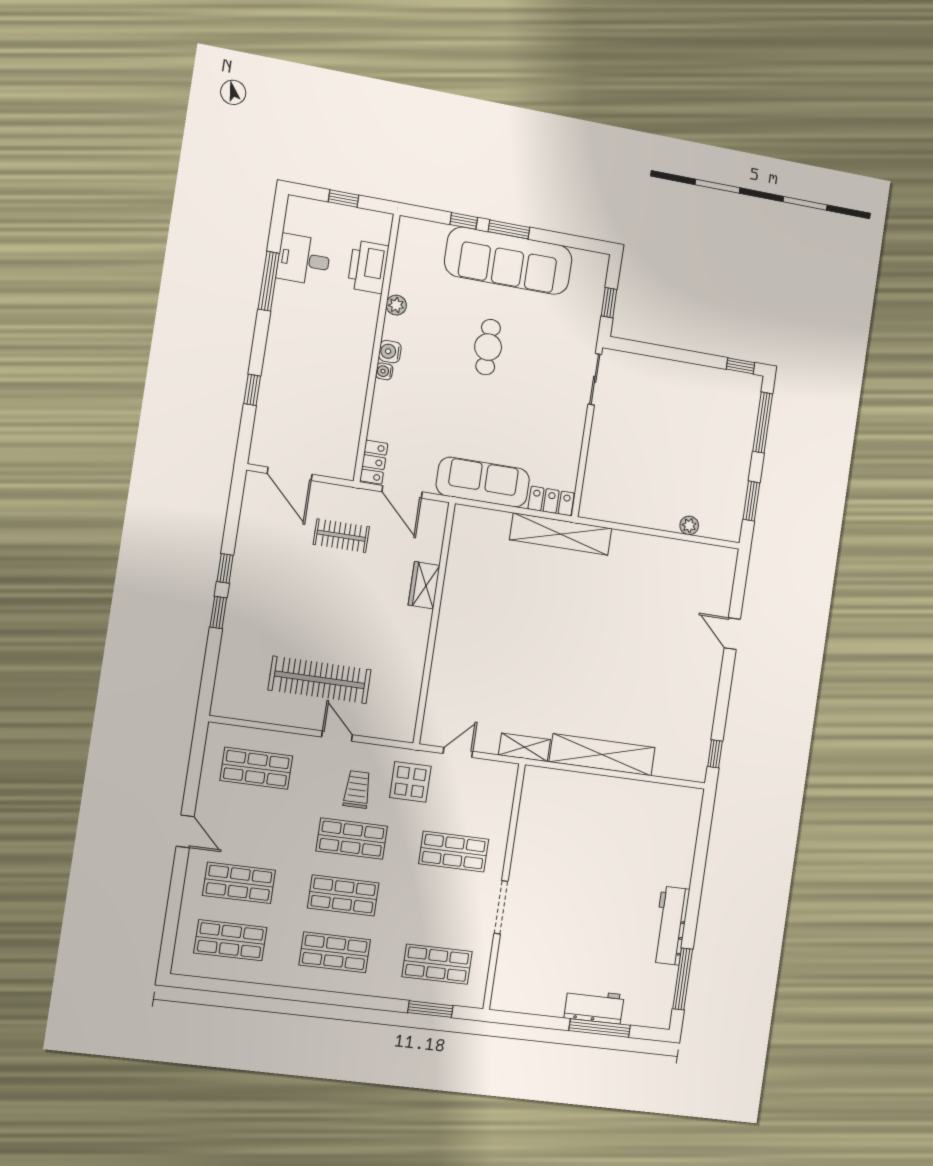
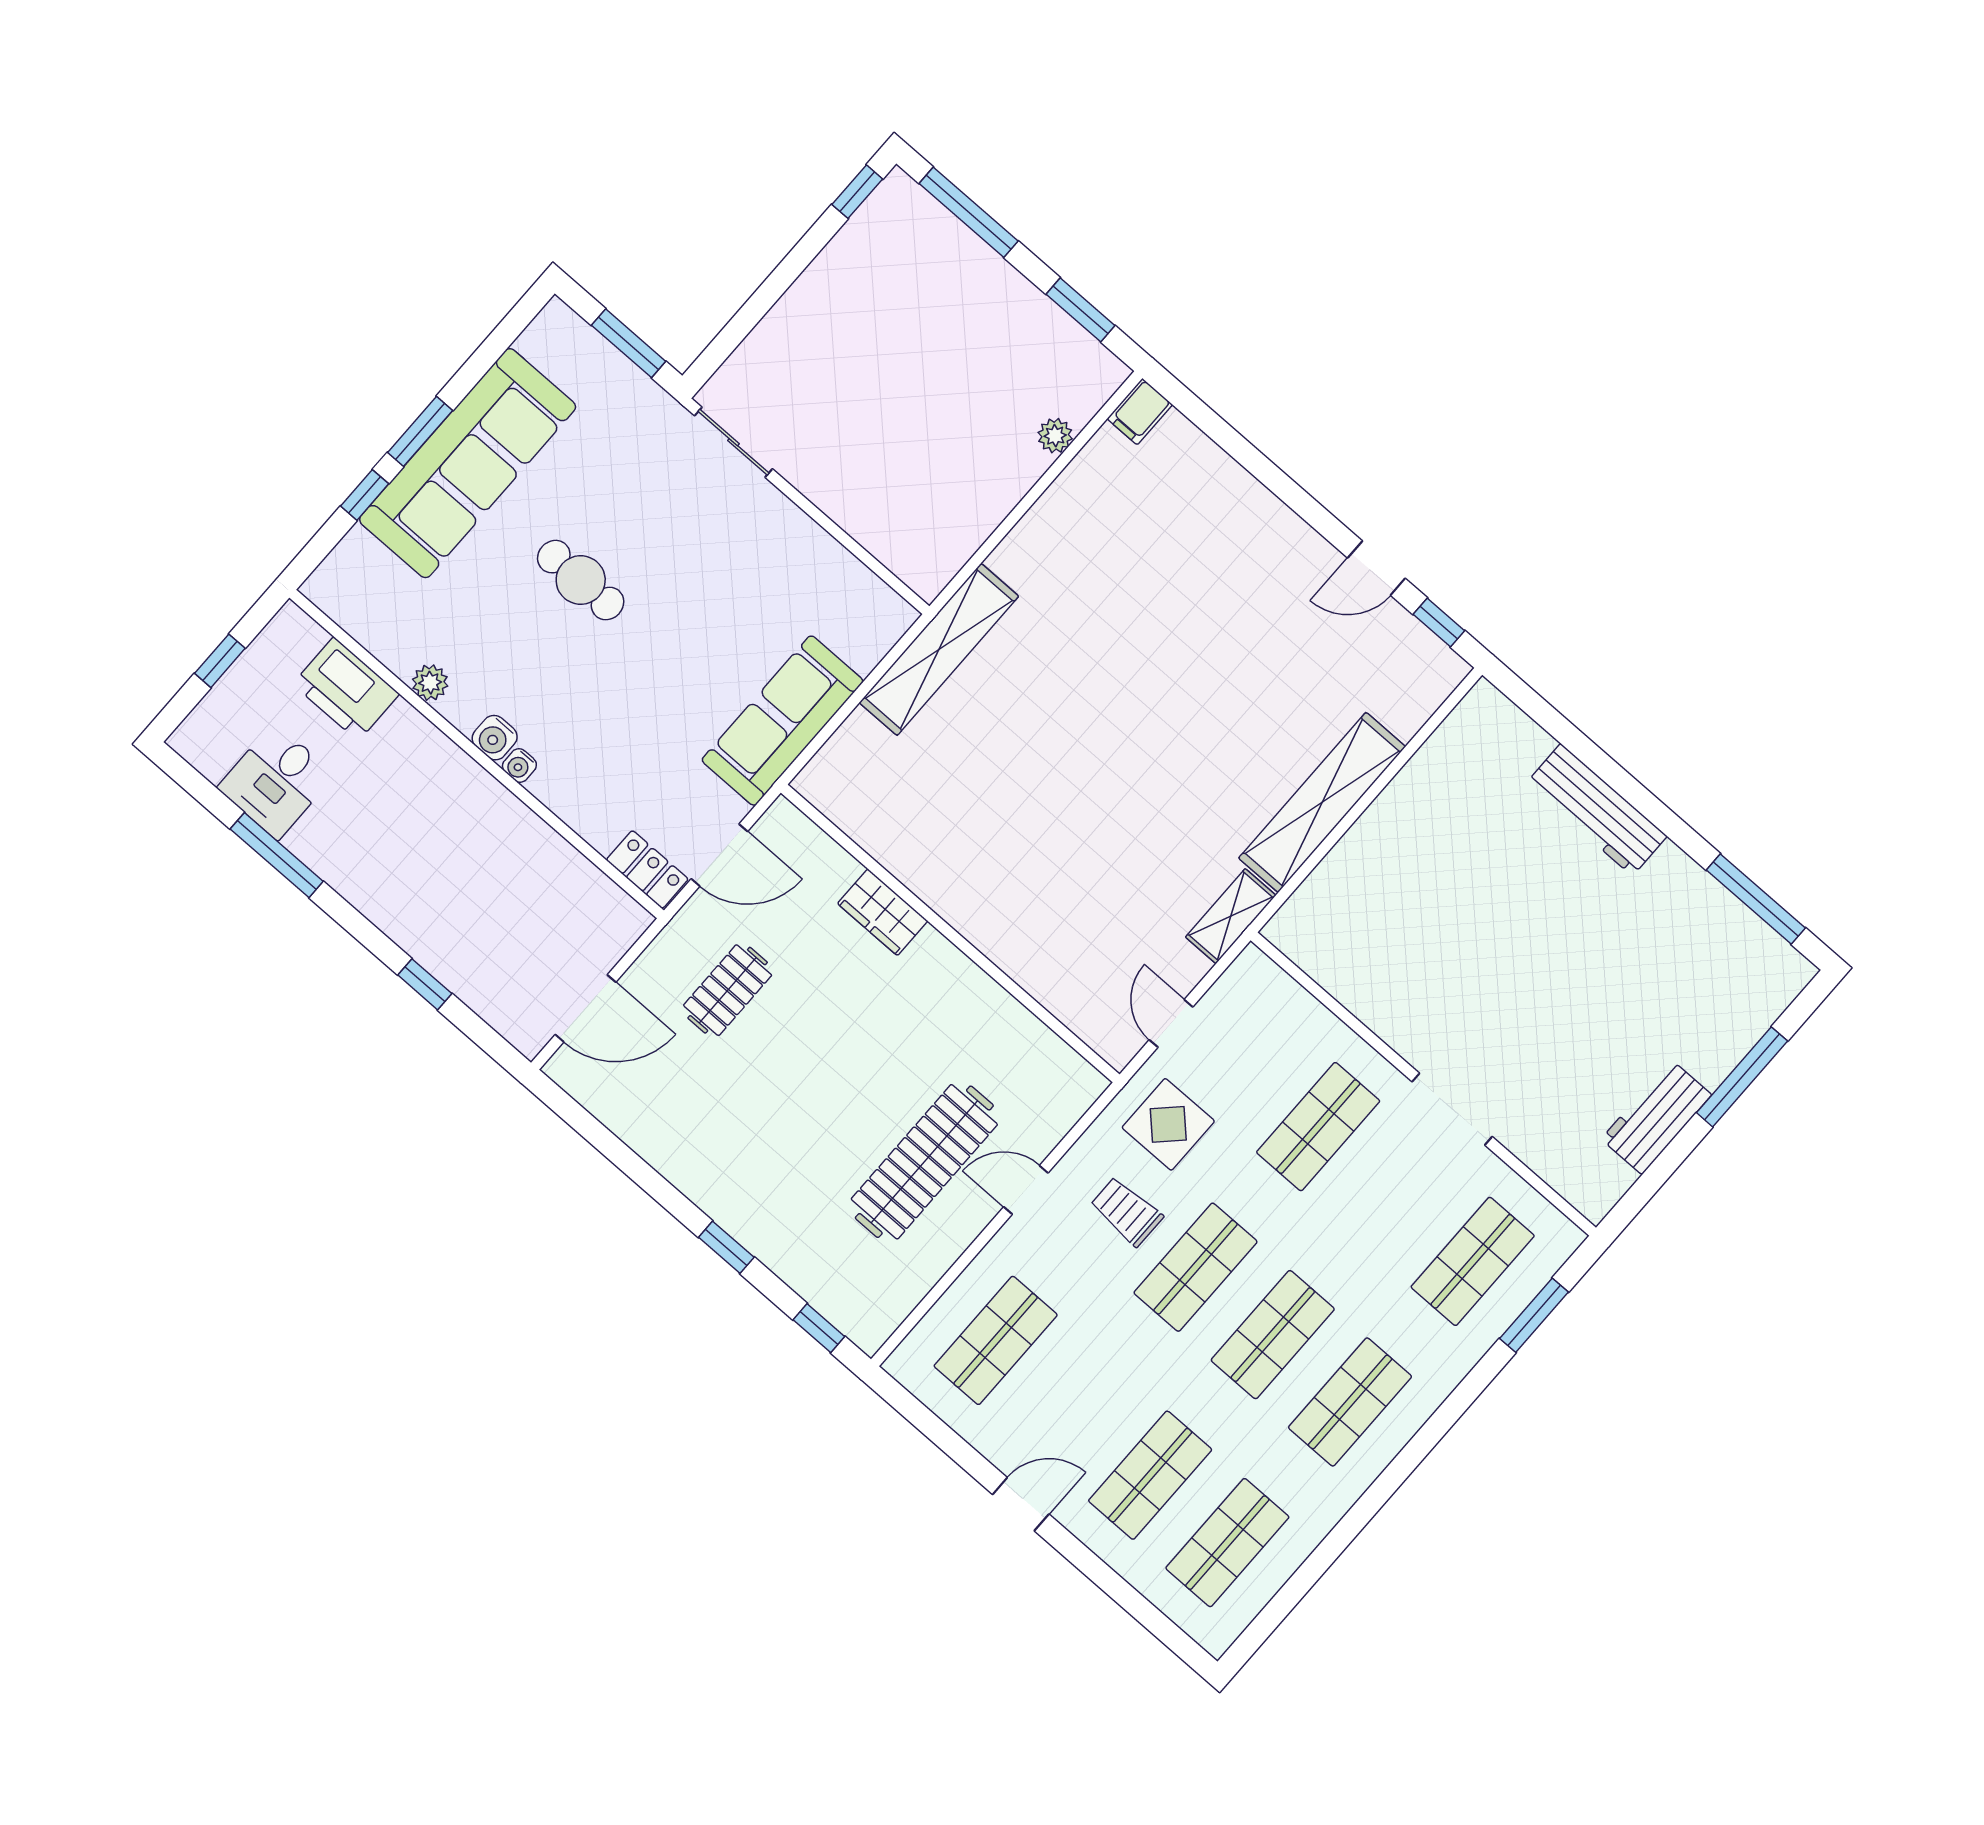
window: (609, 303) -> (629, 343), width x1.50
locker: (551, 501) -> (879, 632), removed
filing cabinet: (723, 557) -> (1140, 412), added
window: (225, 568) -> (819, 1328), moved
door: (732, 634) -> (1376, 568), moved
workbench: (671, 926) -> (1597, 810), moved
workbench: (594, 1006) -> (1656, 1117), moved

